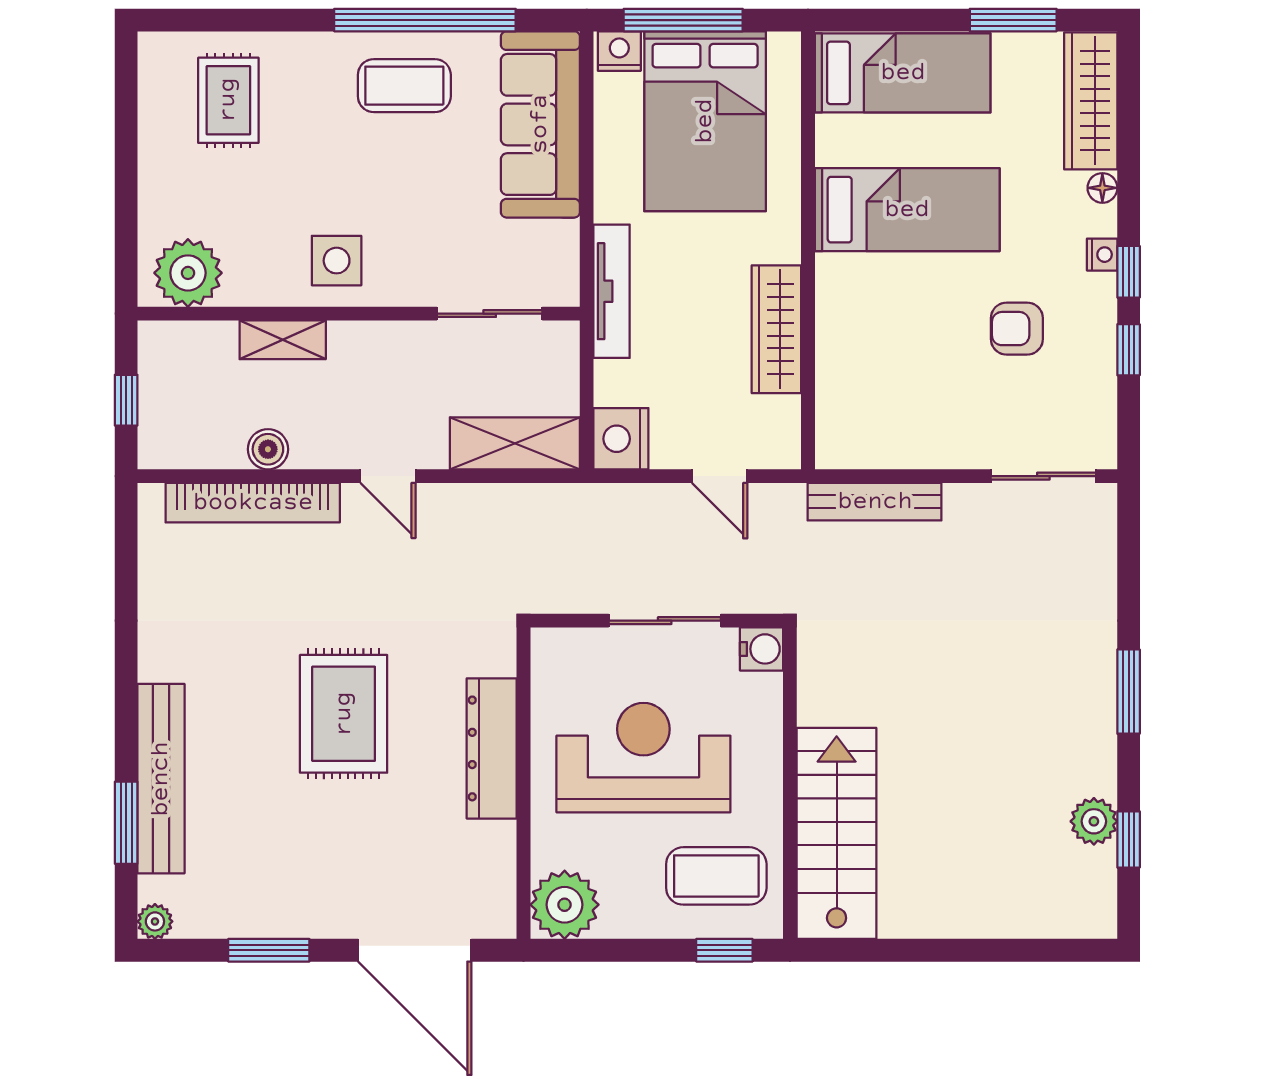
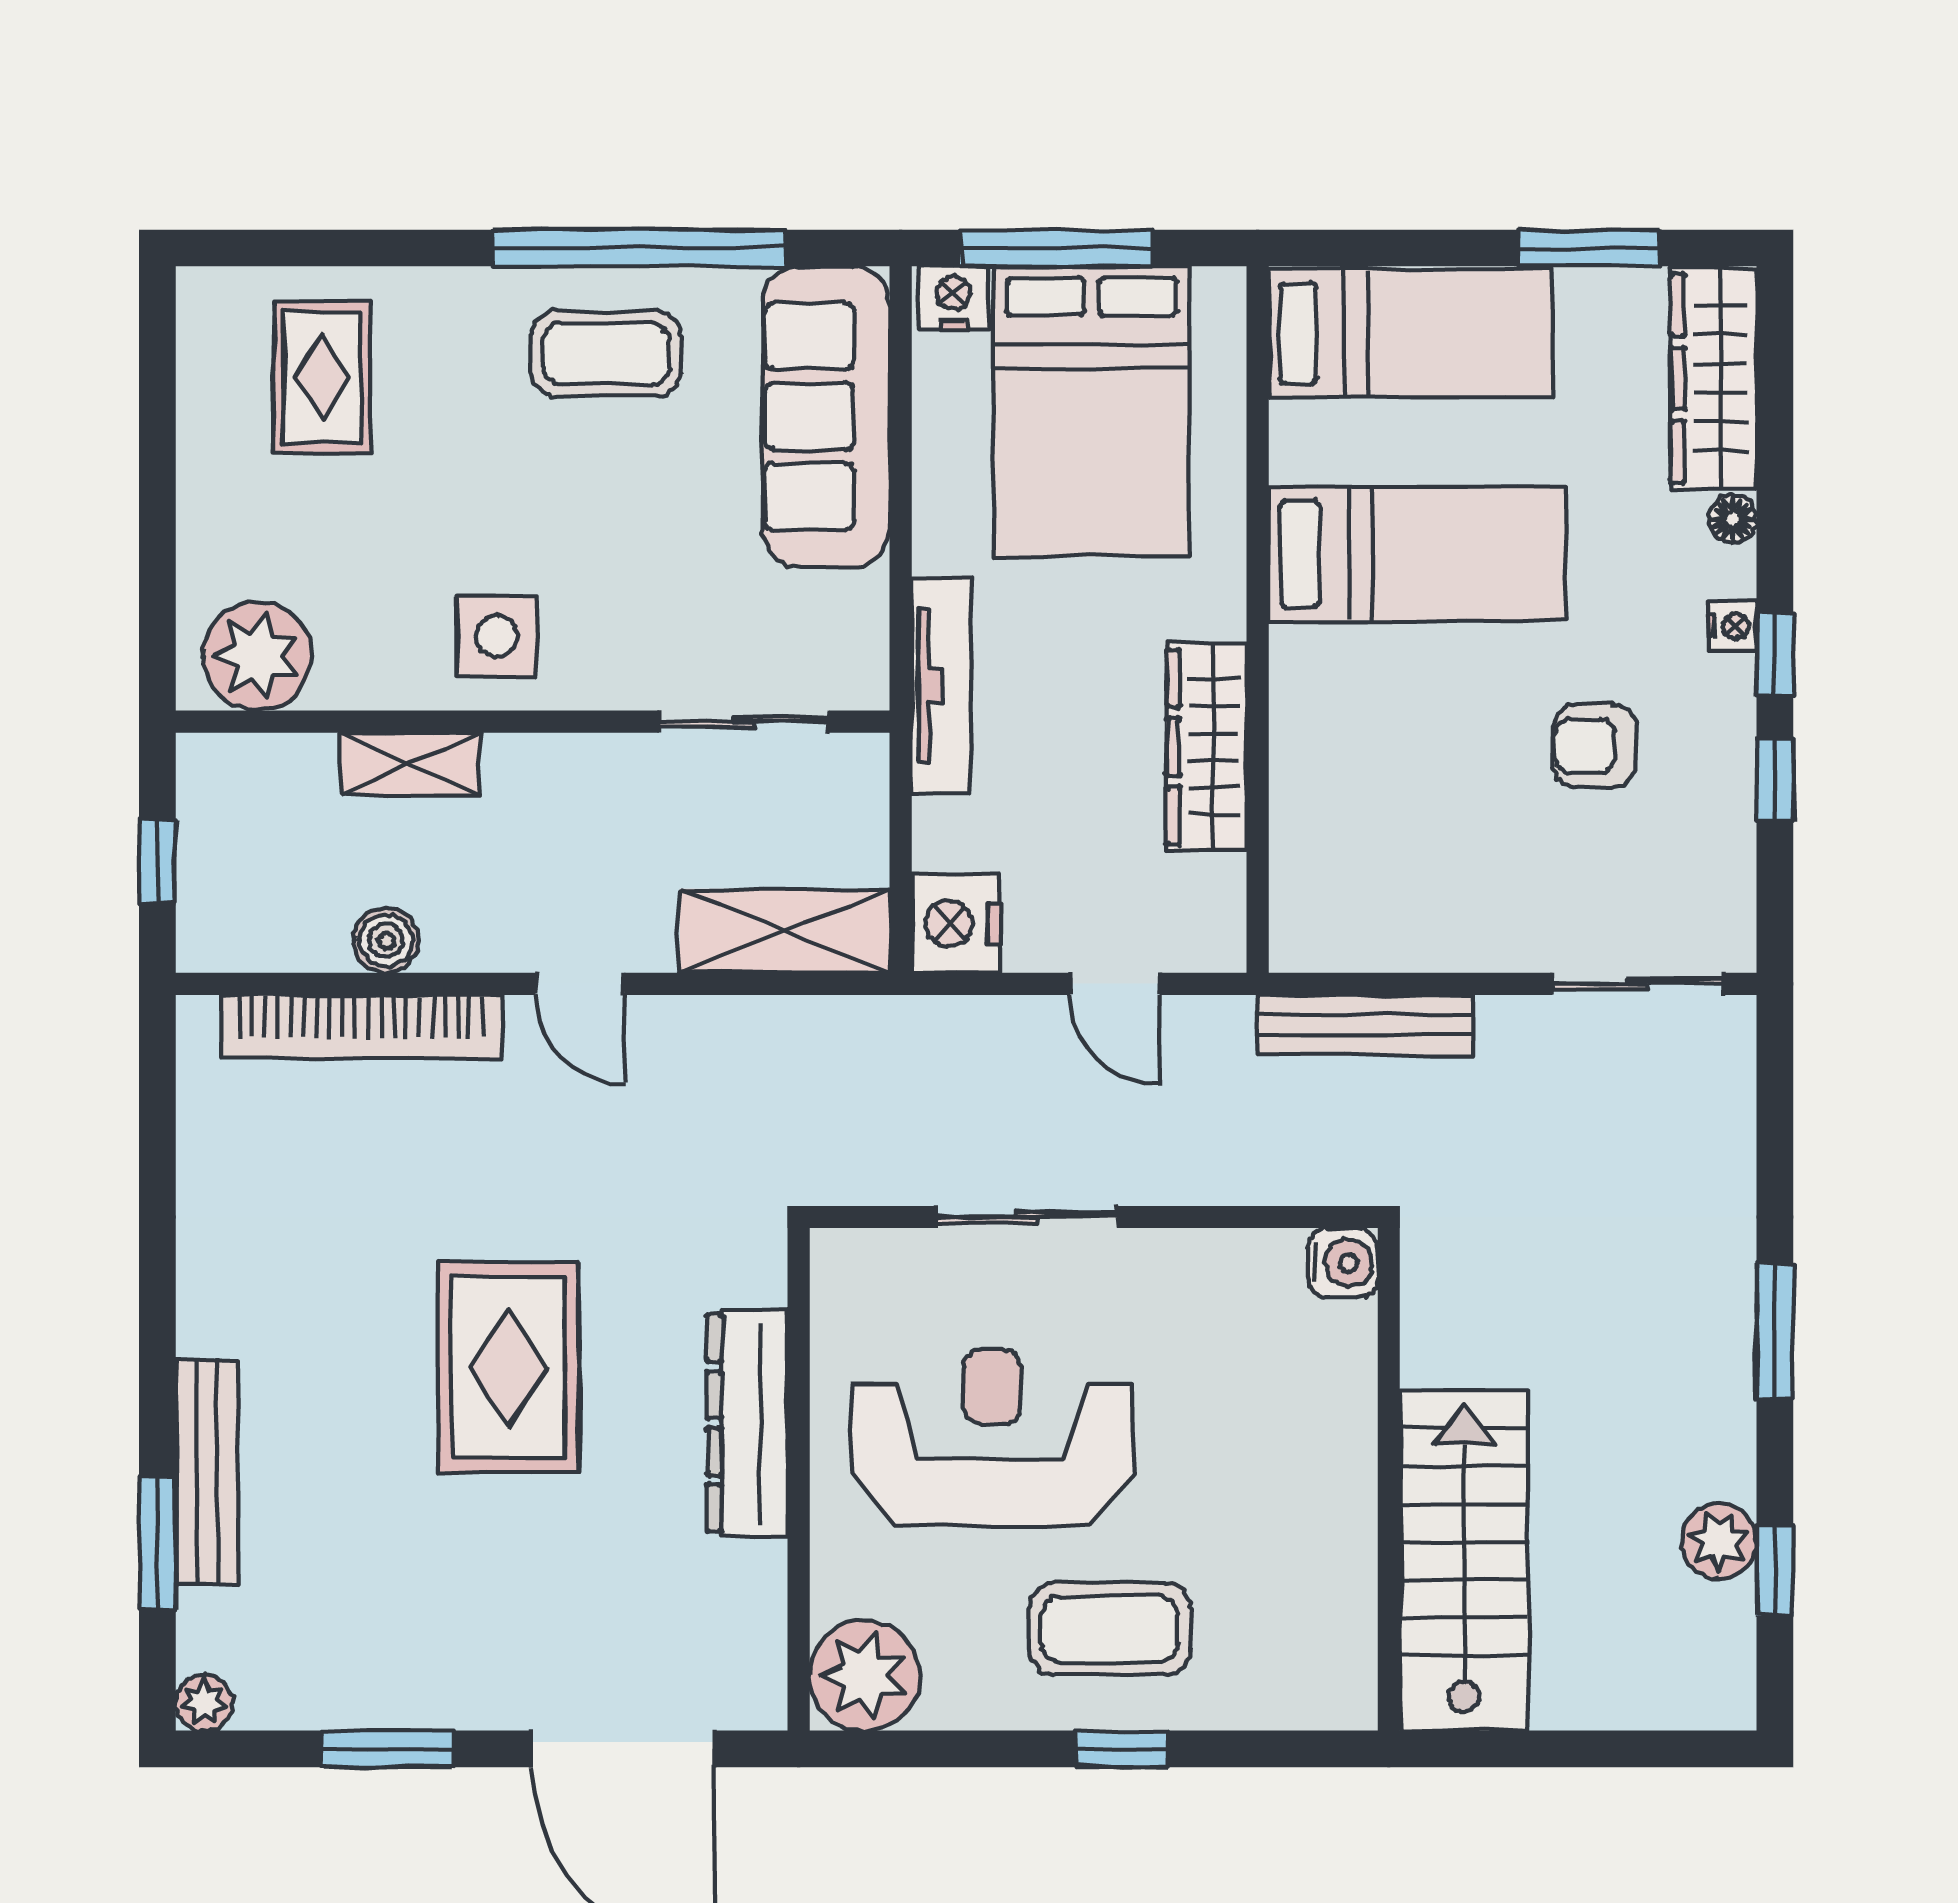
water cooler: (762, 649) -> (1343, 1263), moved
bench: (161, 779) -> (207, 1472), width x0.73, depth x0.82
wall: (790, 783) -> (1389, 1479), moved
stairs: (837, 833) -> (1464, 1560), moved

